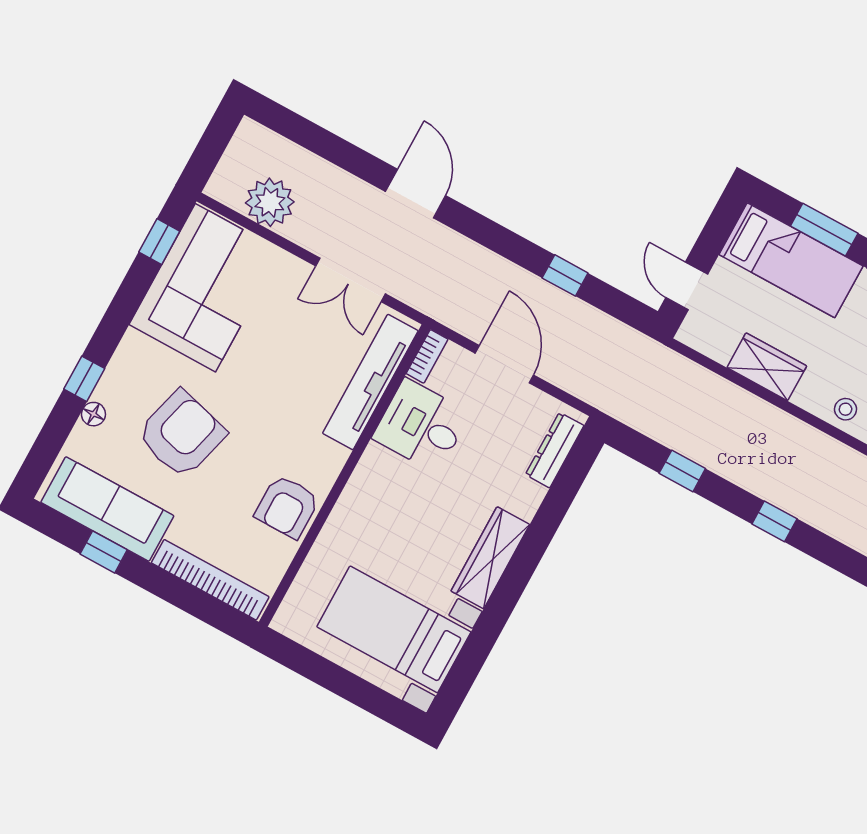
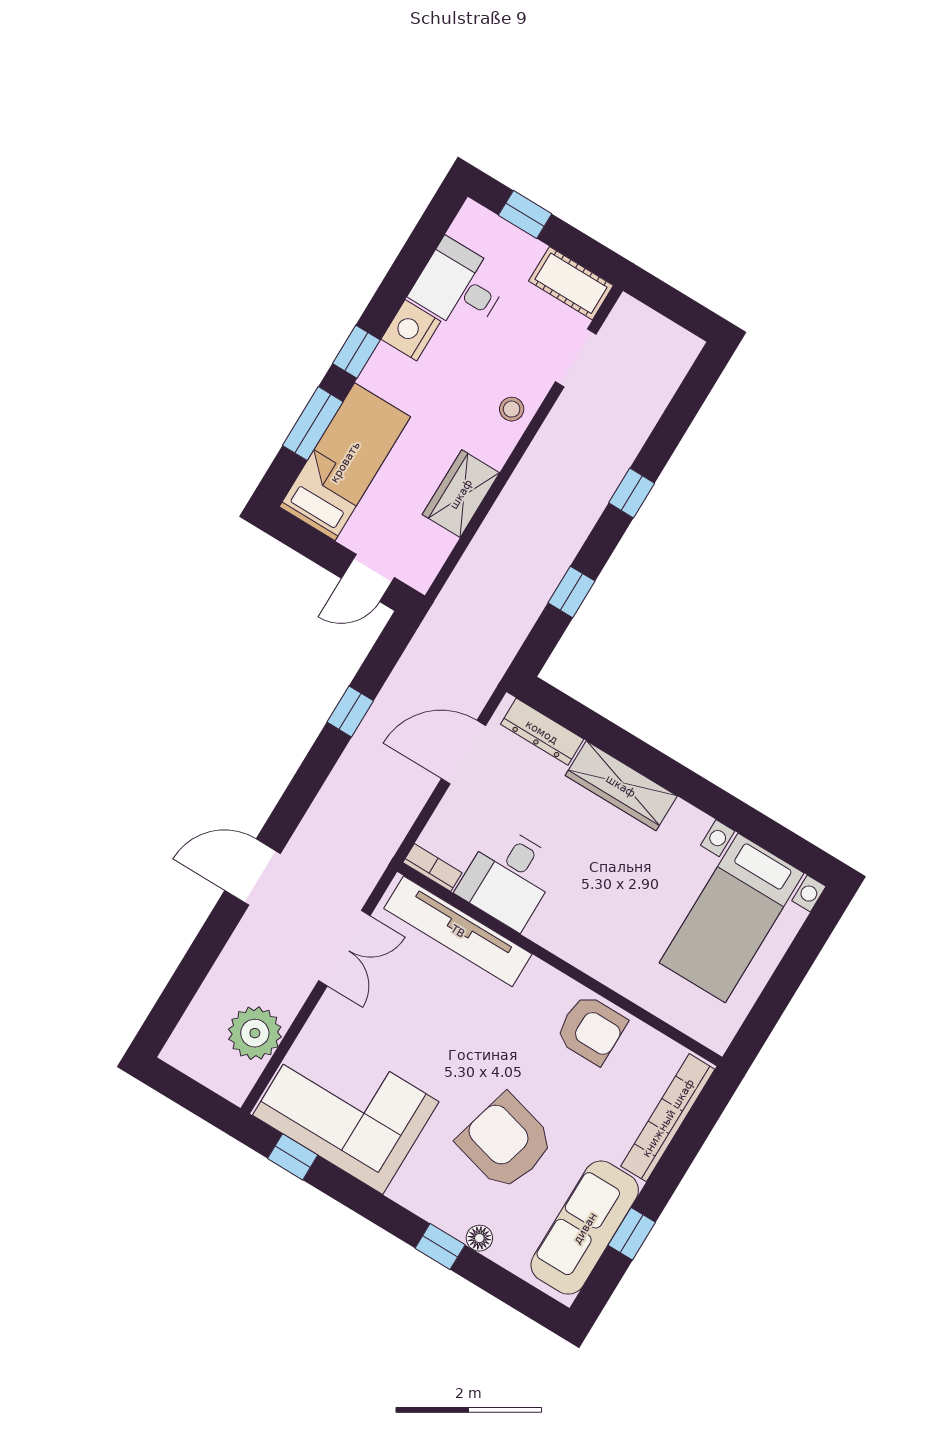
door: (504, 364) -> (463, 752), moved
wardrobe: (490, 558) -> (621, 786), moved

